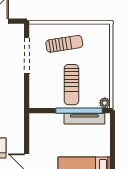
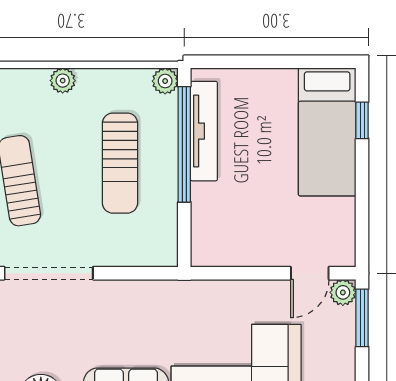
plant: (105, 61) -> (63, 81), added
sun lounger: (71, 85) -> (120, 163), turned 90

